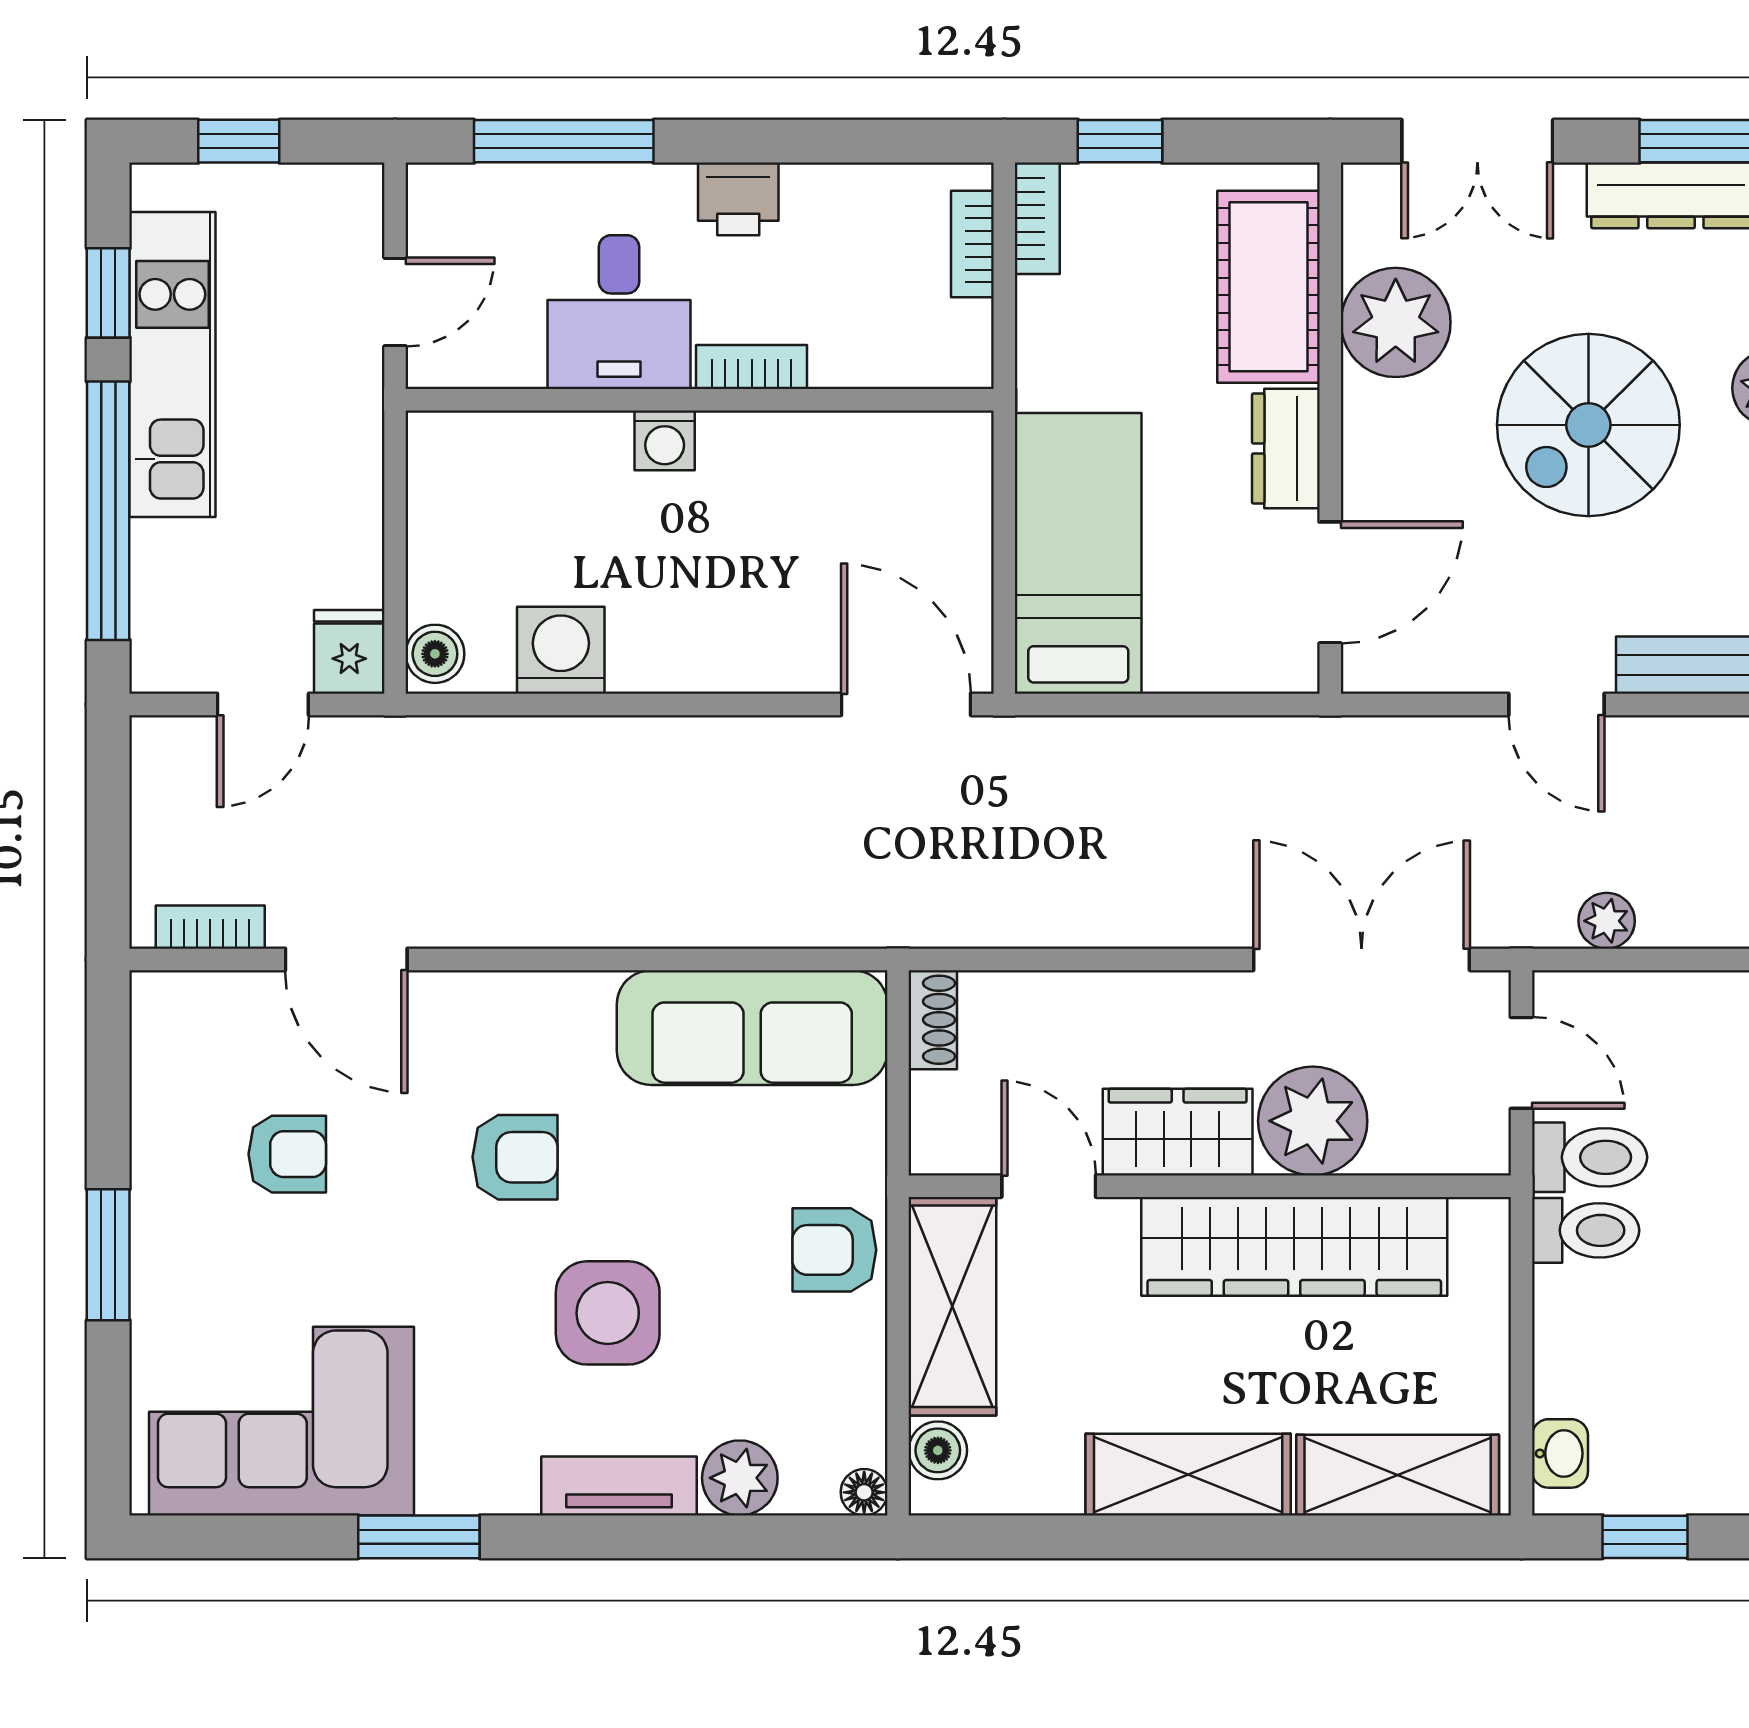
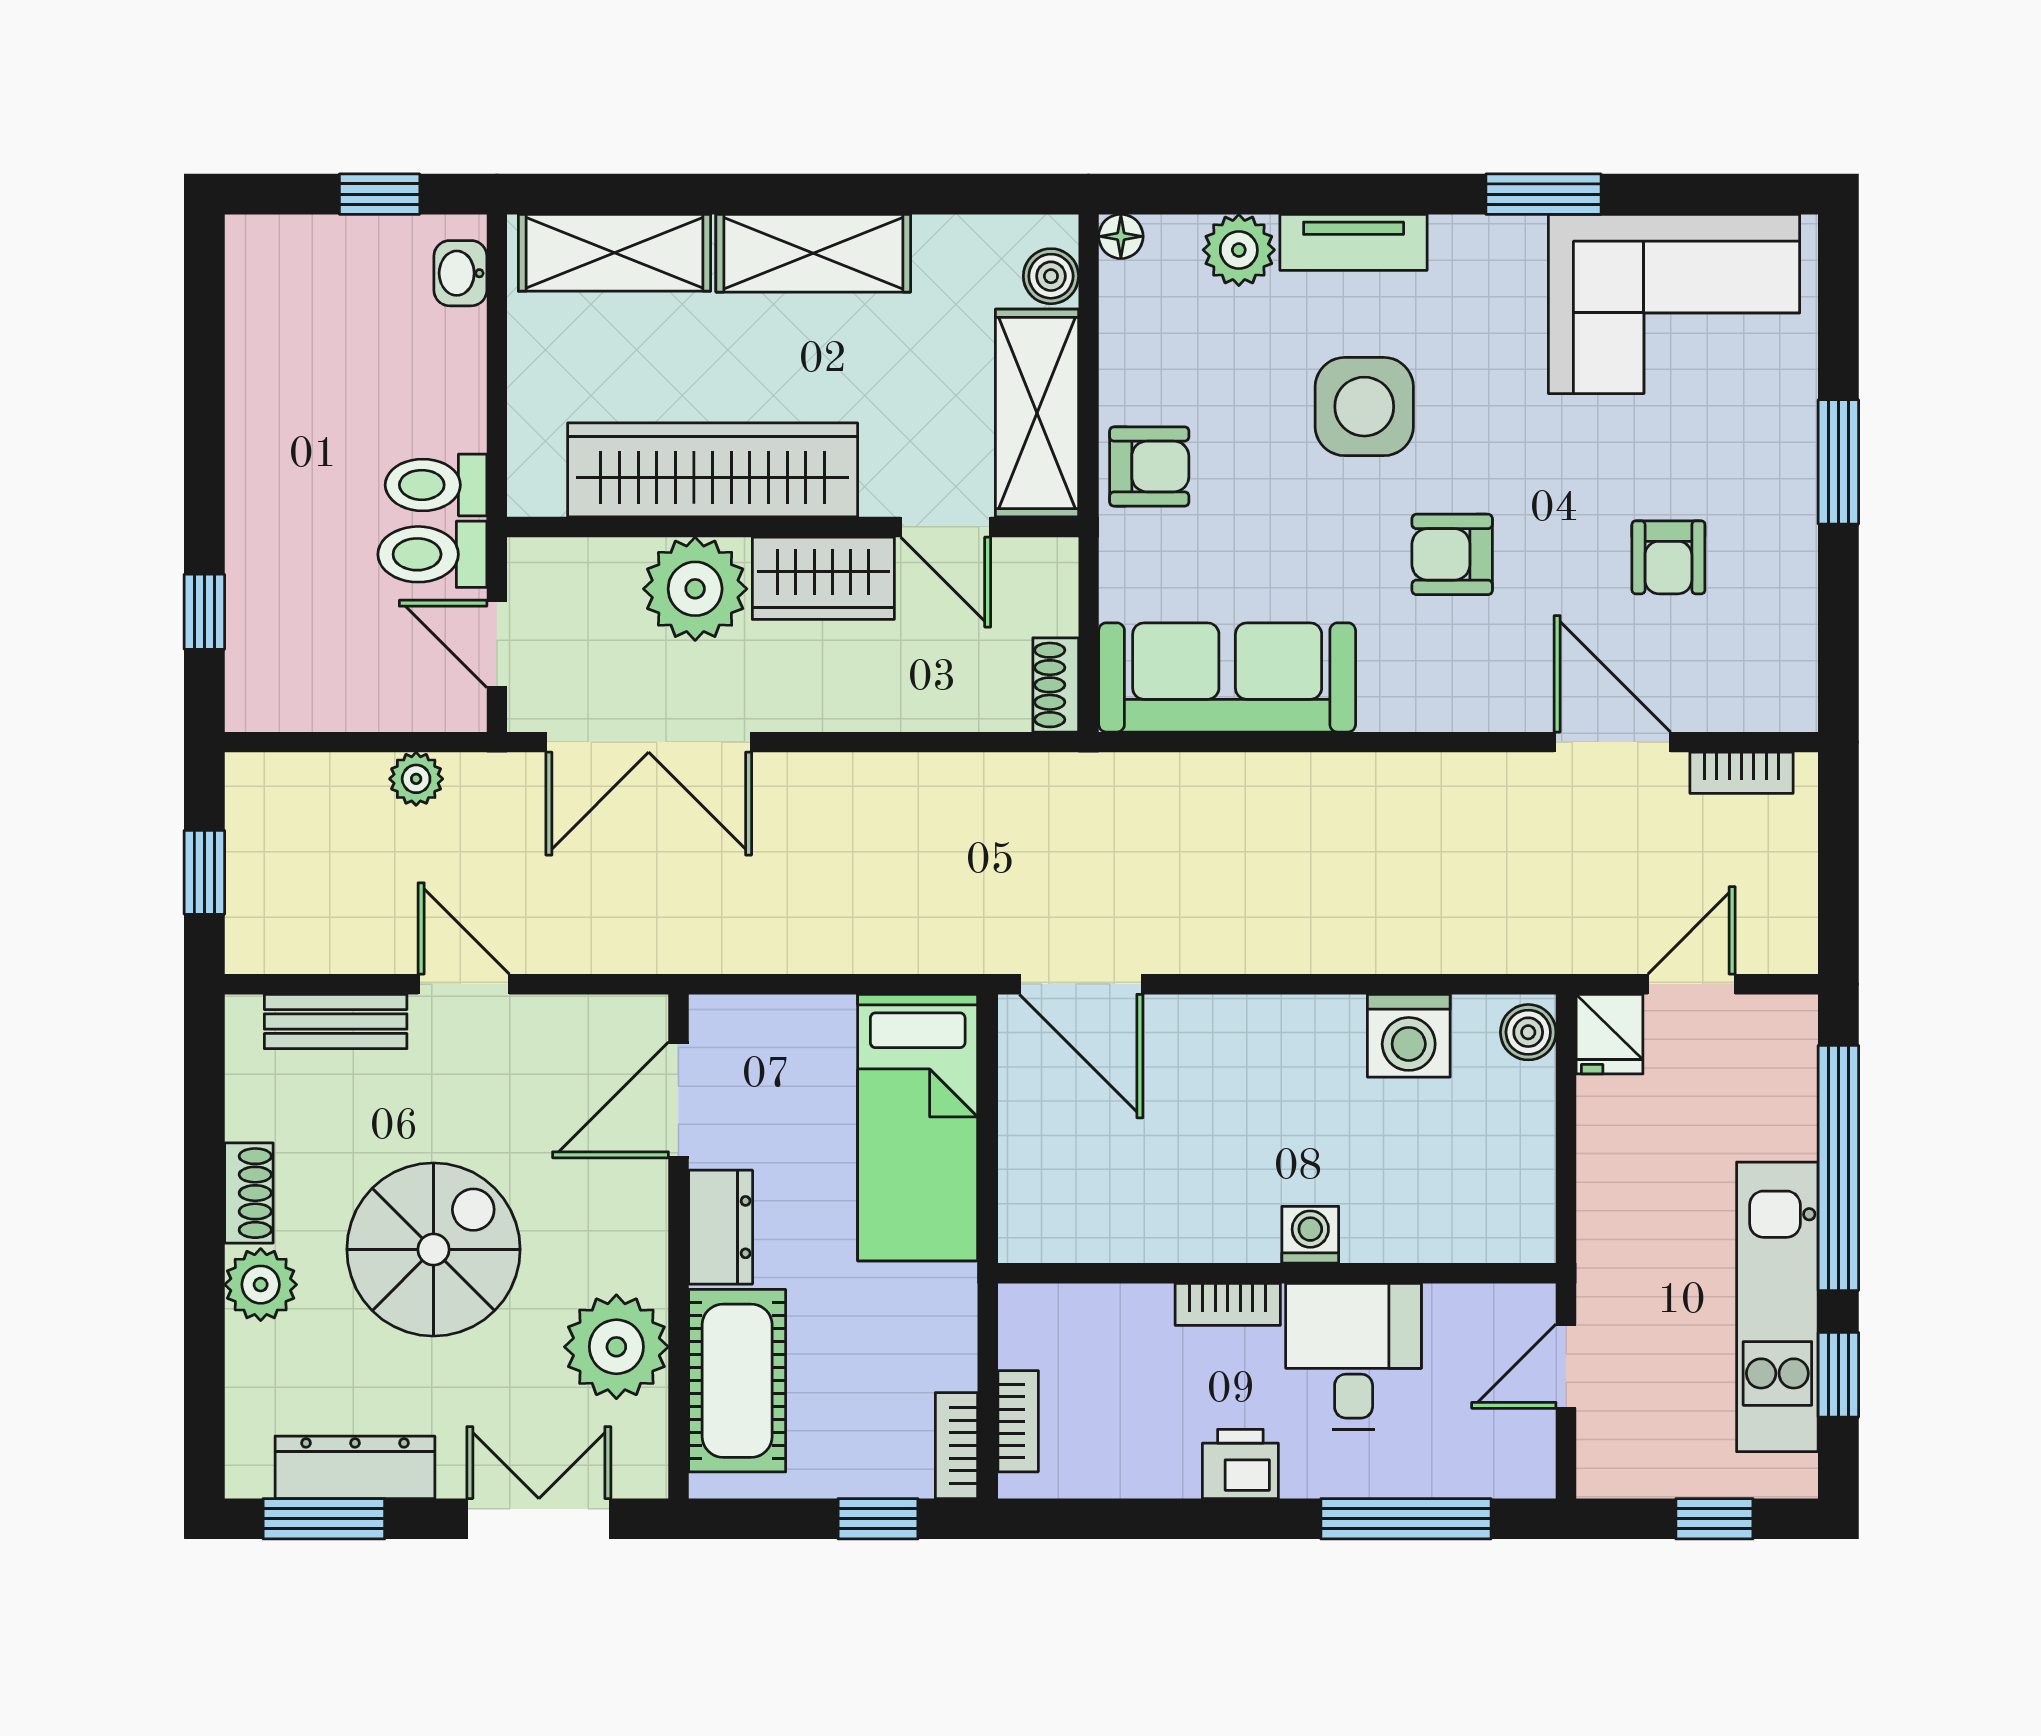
armchair: (287, 1154) -> (1668, 557), turned -90

